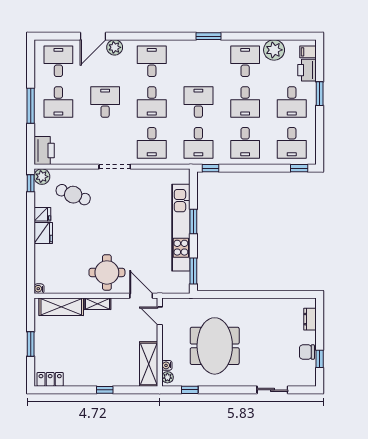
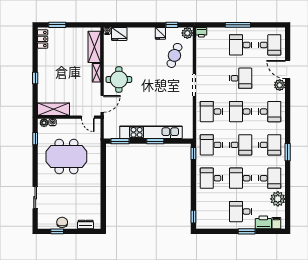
desk: (292, 143) -> (270, 145), moved, turned 180
printer: (44, 150) -> (201, 32), width x0.53, depth x0.68
window: (31, 183) -> (172, 25), moved
fridge: (43, 233) -> (119, 34), moved
door: (160, 316) -> (88, 117), swing flipped
window: (31, 344) -> (57, 25), moved

